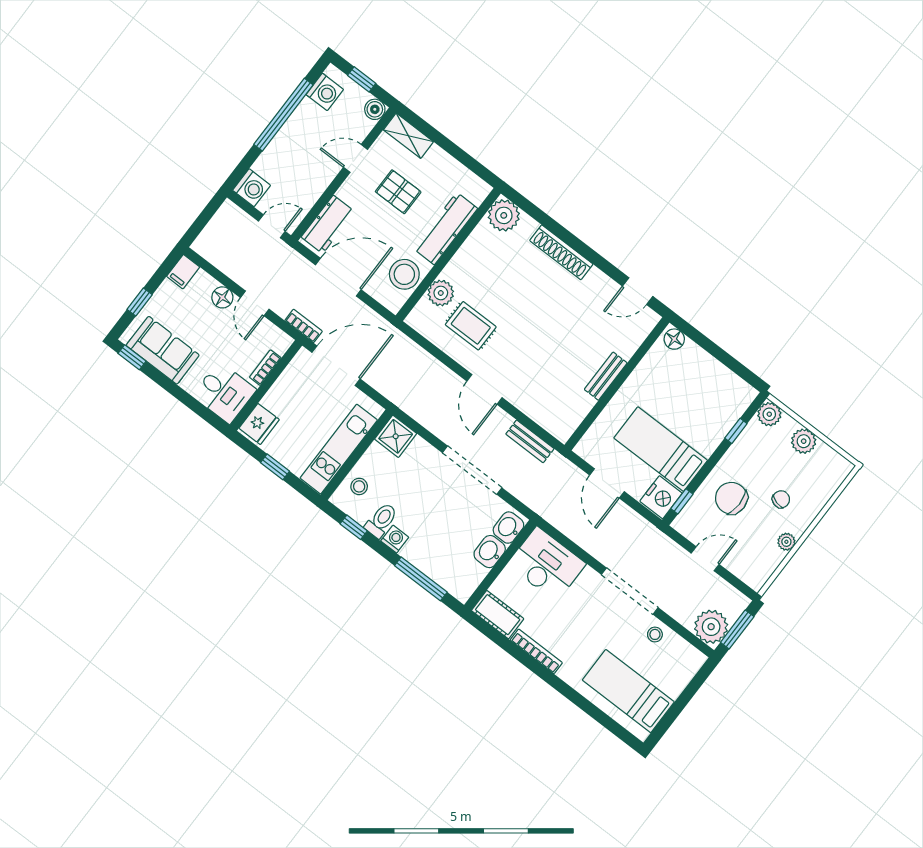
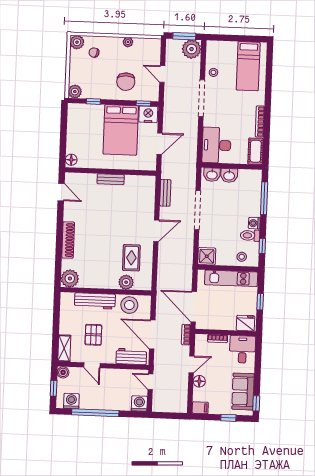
plant: (804, 441) -> (77, 42), moved
bed: (661, 449) -> (121, 130), width x1.50
chair: (781, 499) -> (94, 53), moved

